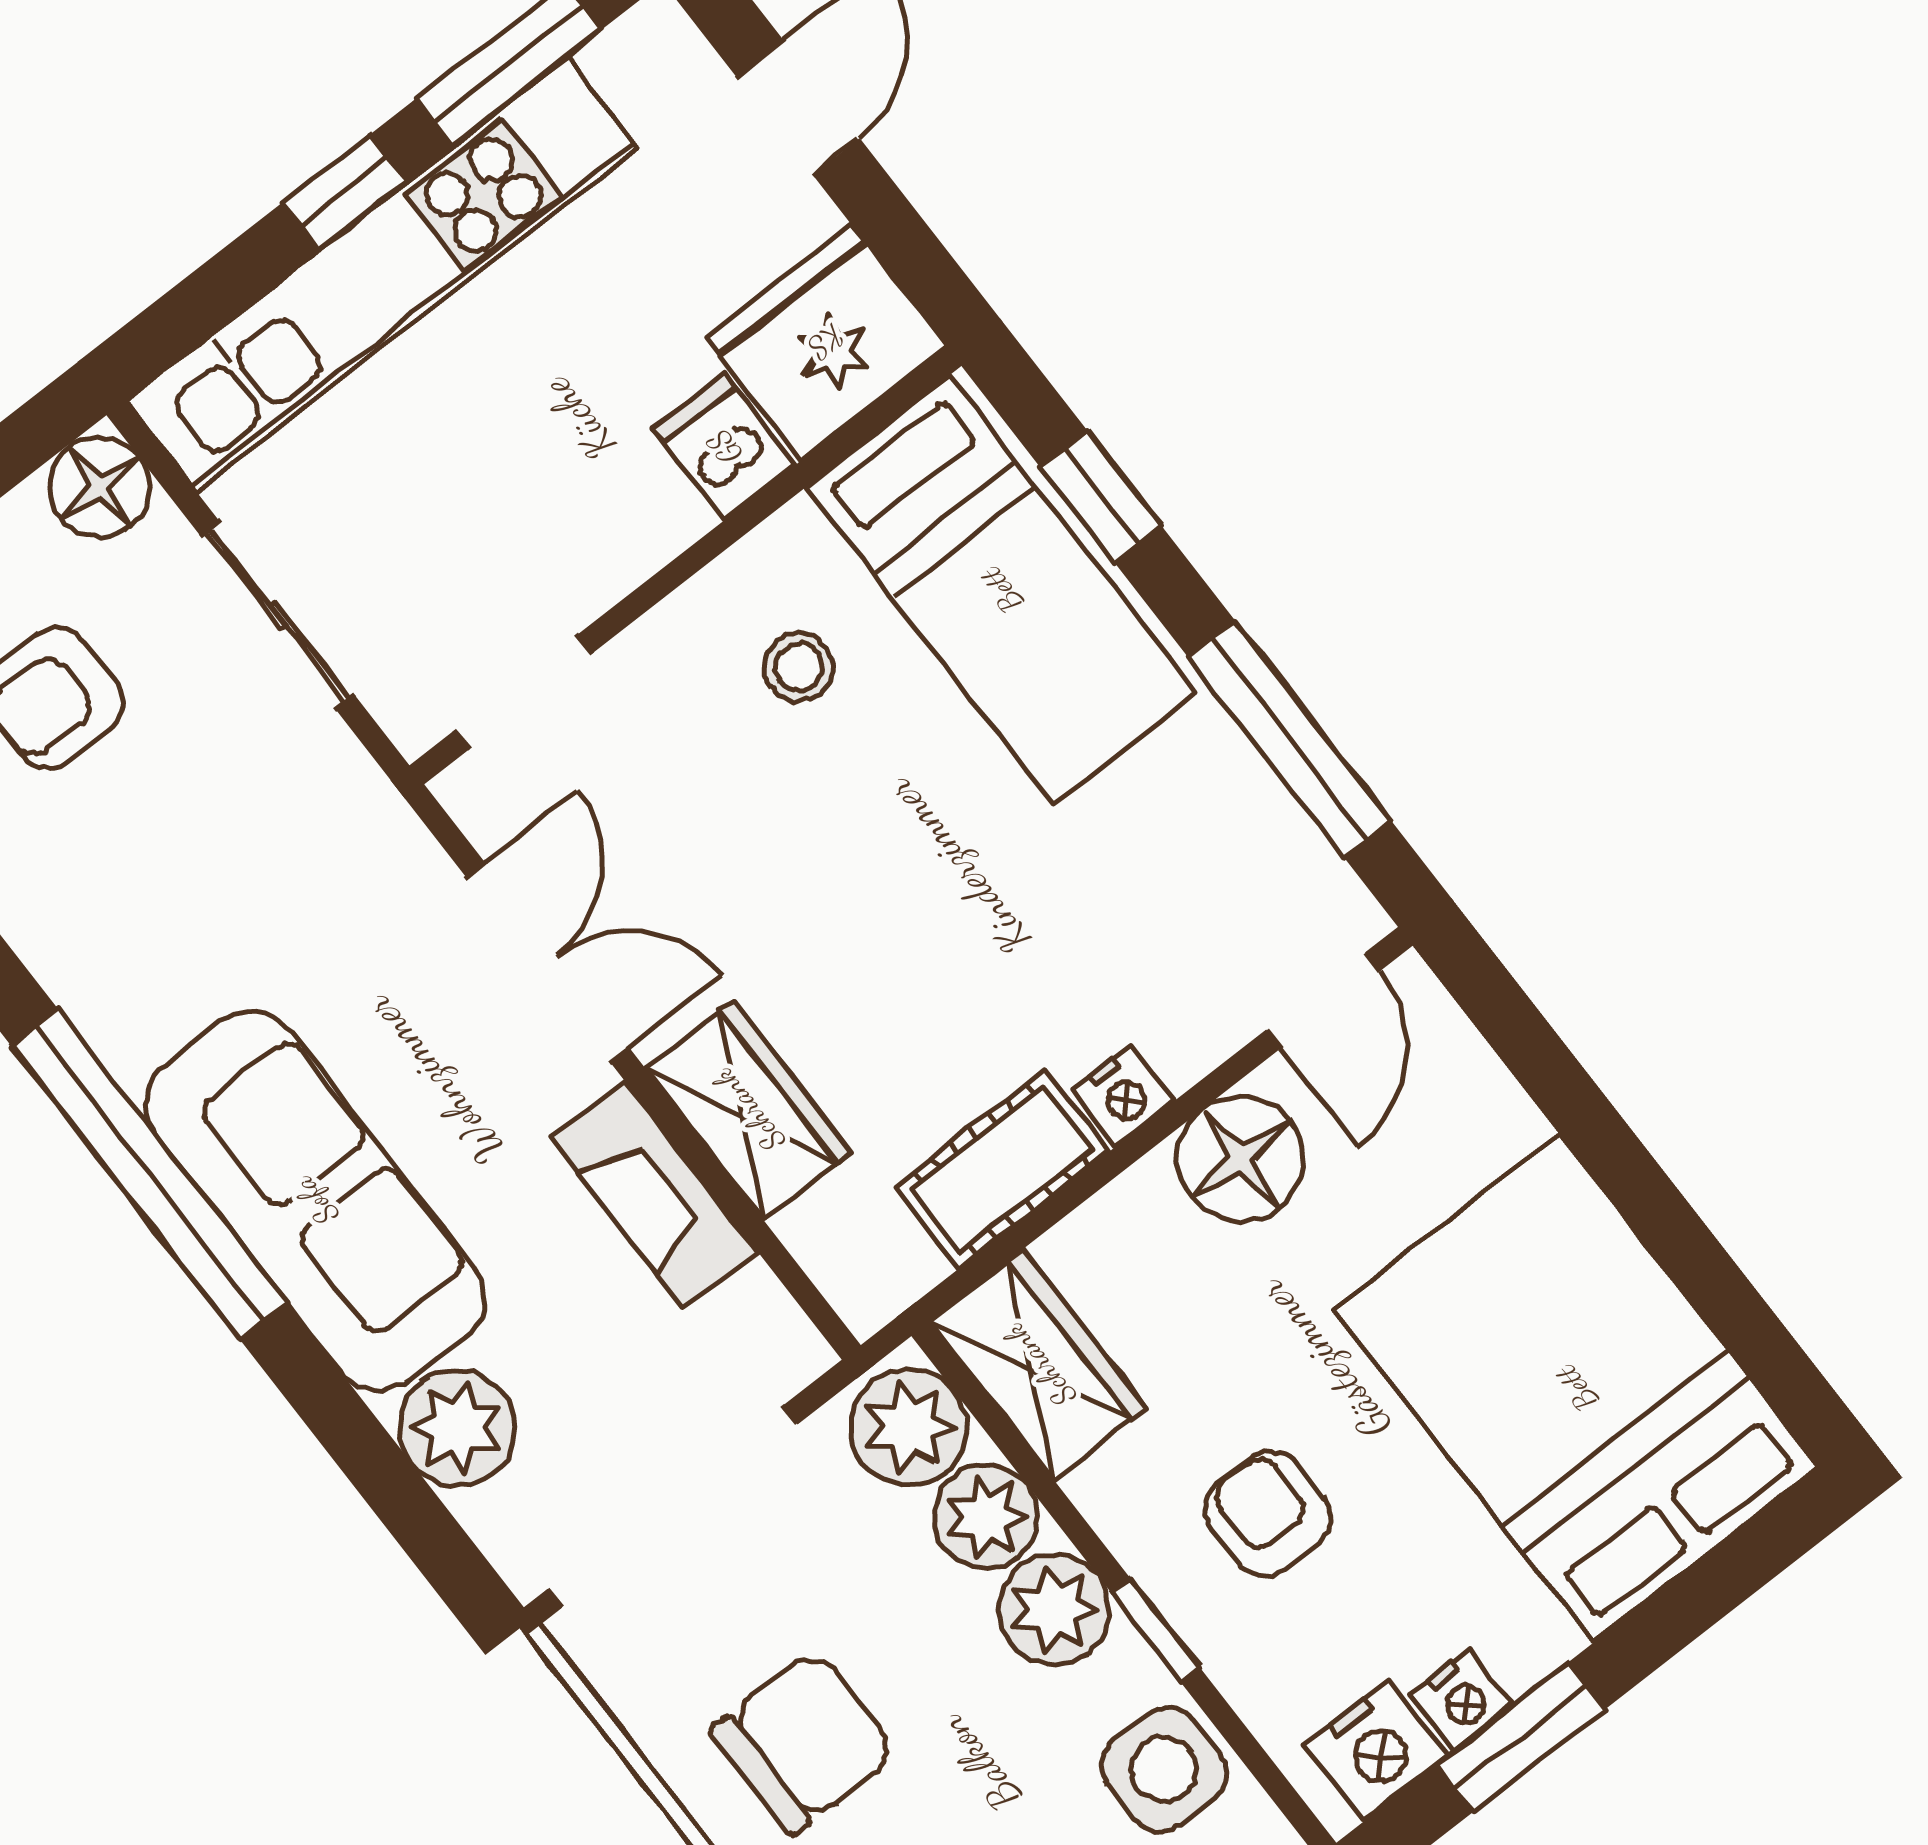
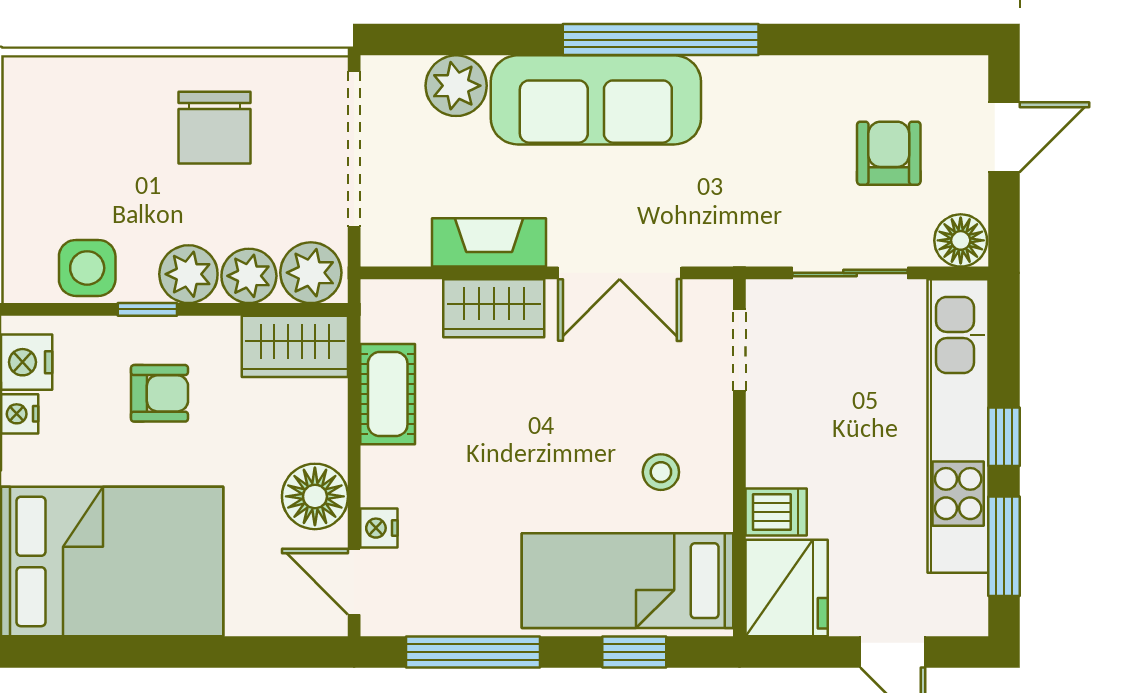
nightstand: (1123, 1096) -> (379, 528), moved

